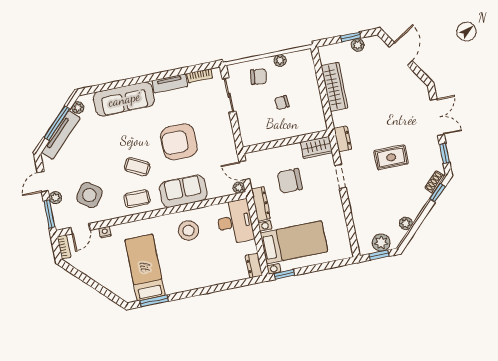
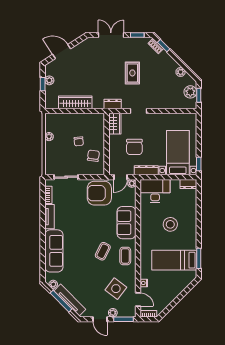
chair: (259, 77) -> (93, 156), moved
armchair: (179, 142) -> (99, 193), moved, turned 90
stool: (189, 231) -> (170, 224), moved

